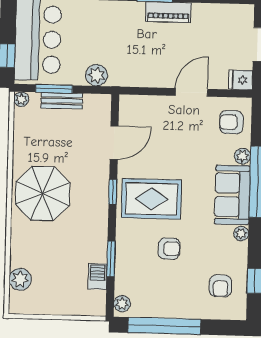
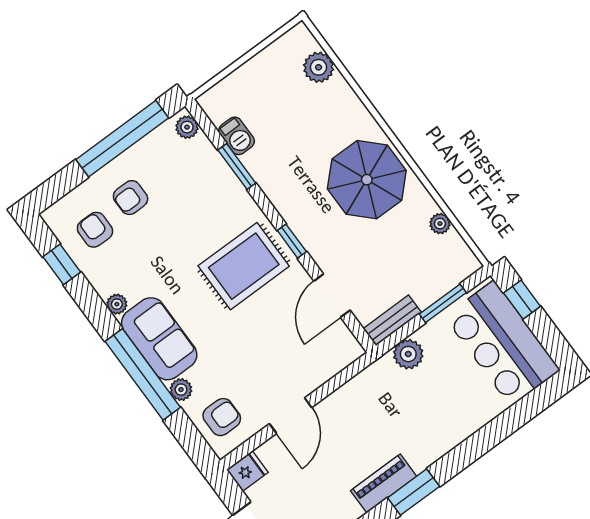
plant: (21, 99) -> (440, 224), moved
bench: (62, 101) -> (392, 320), moved
armchair: (169, 249) -> (131, 198), moved

